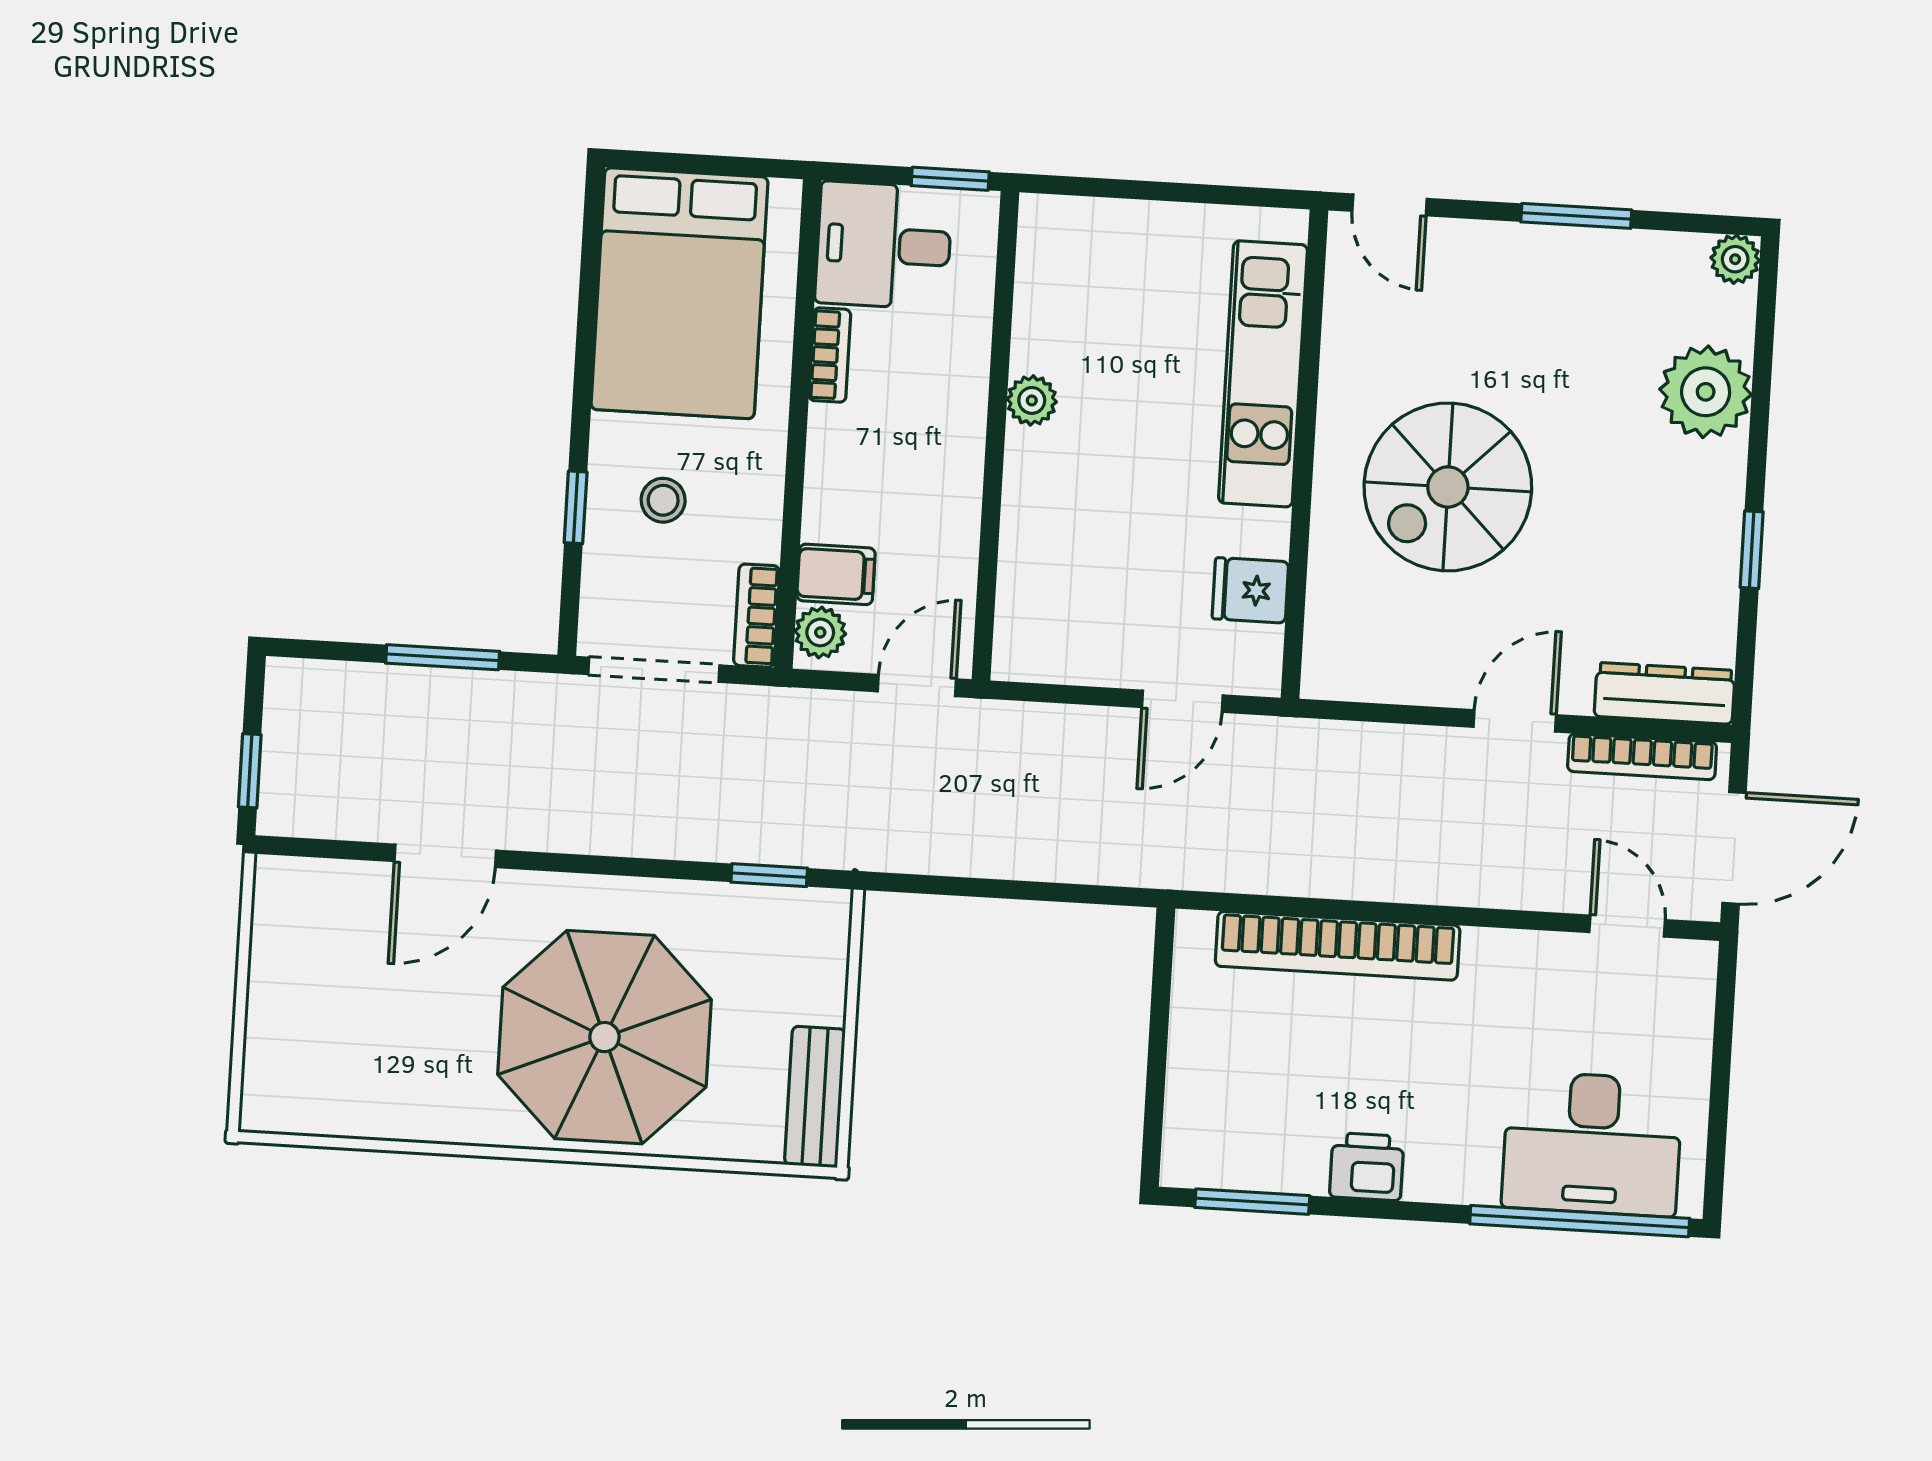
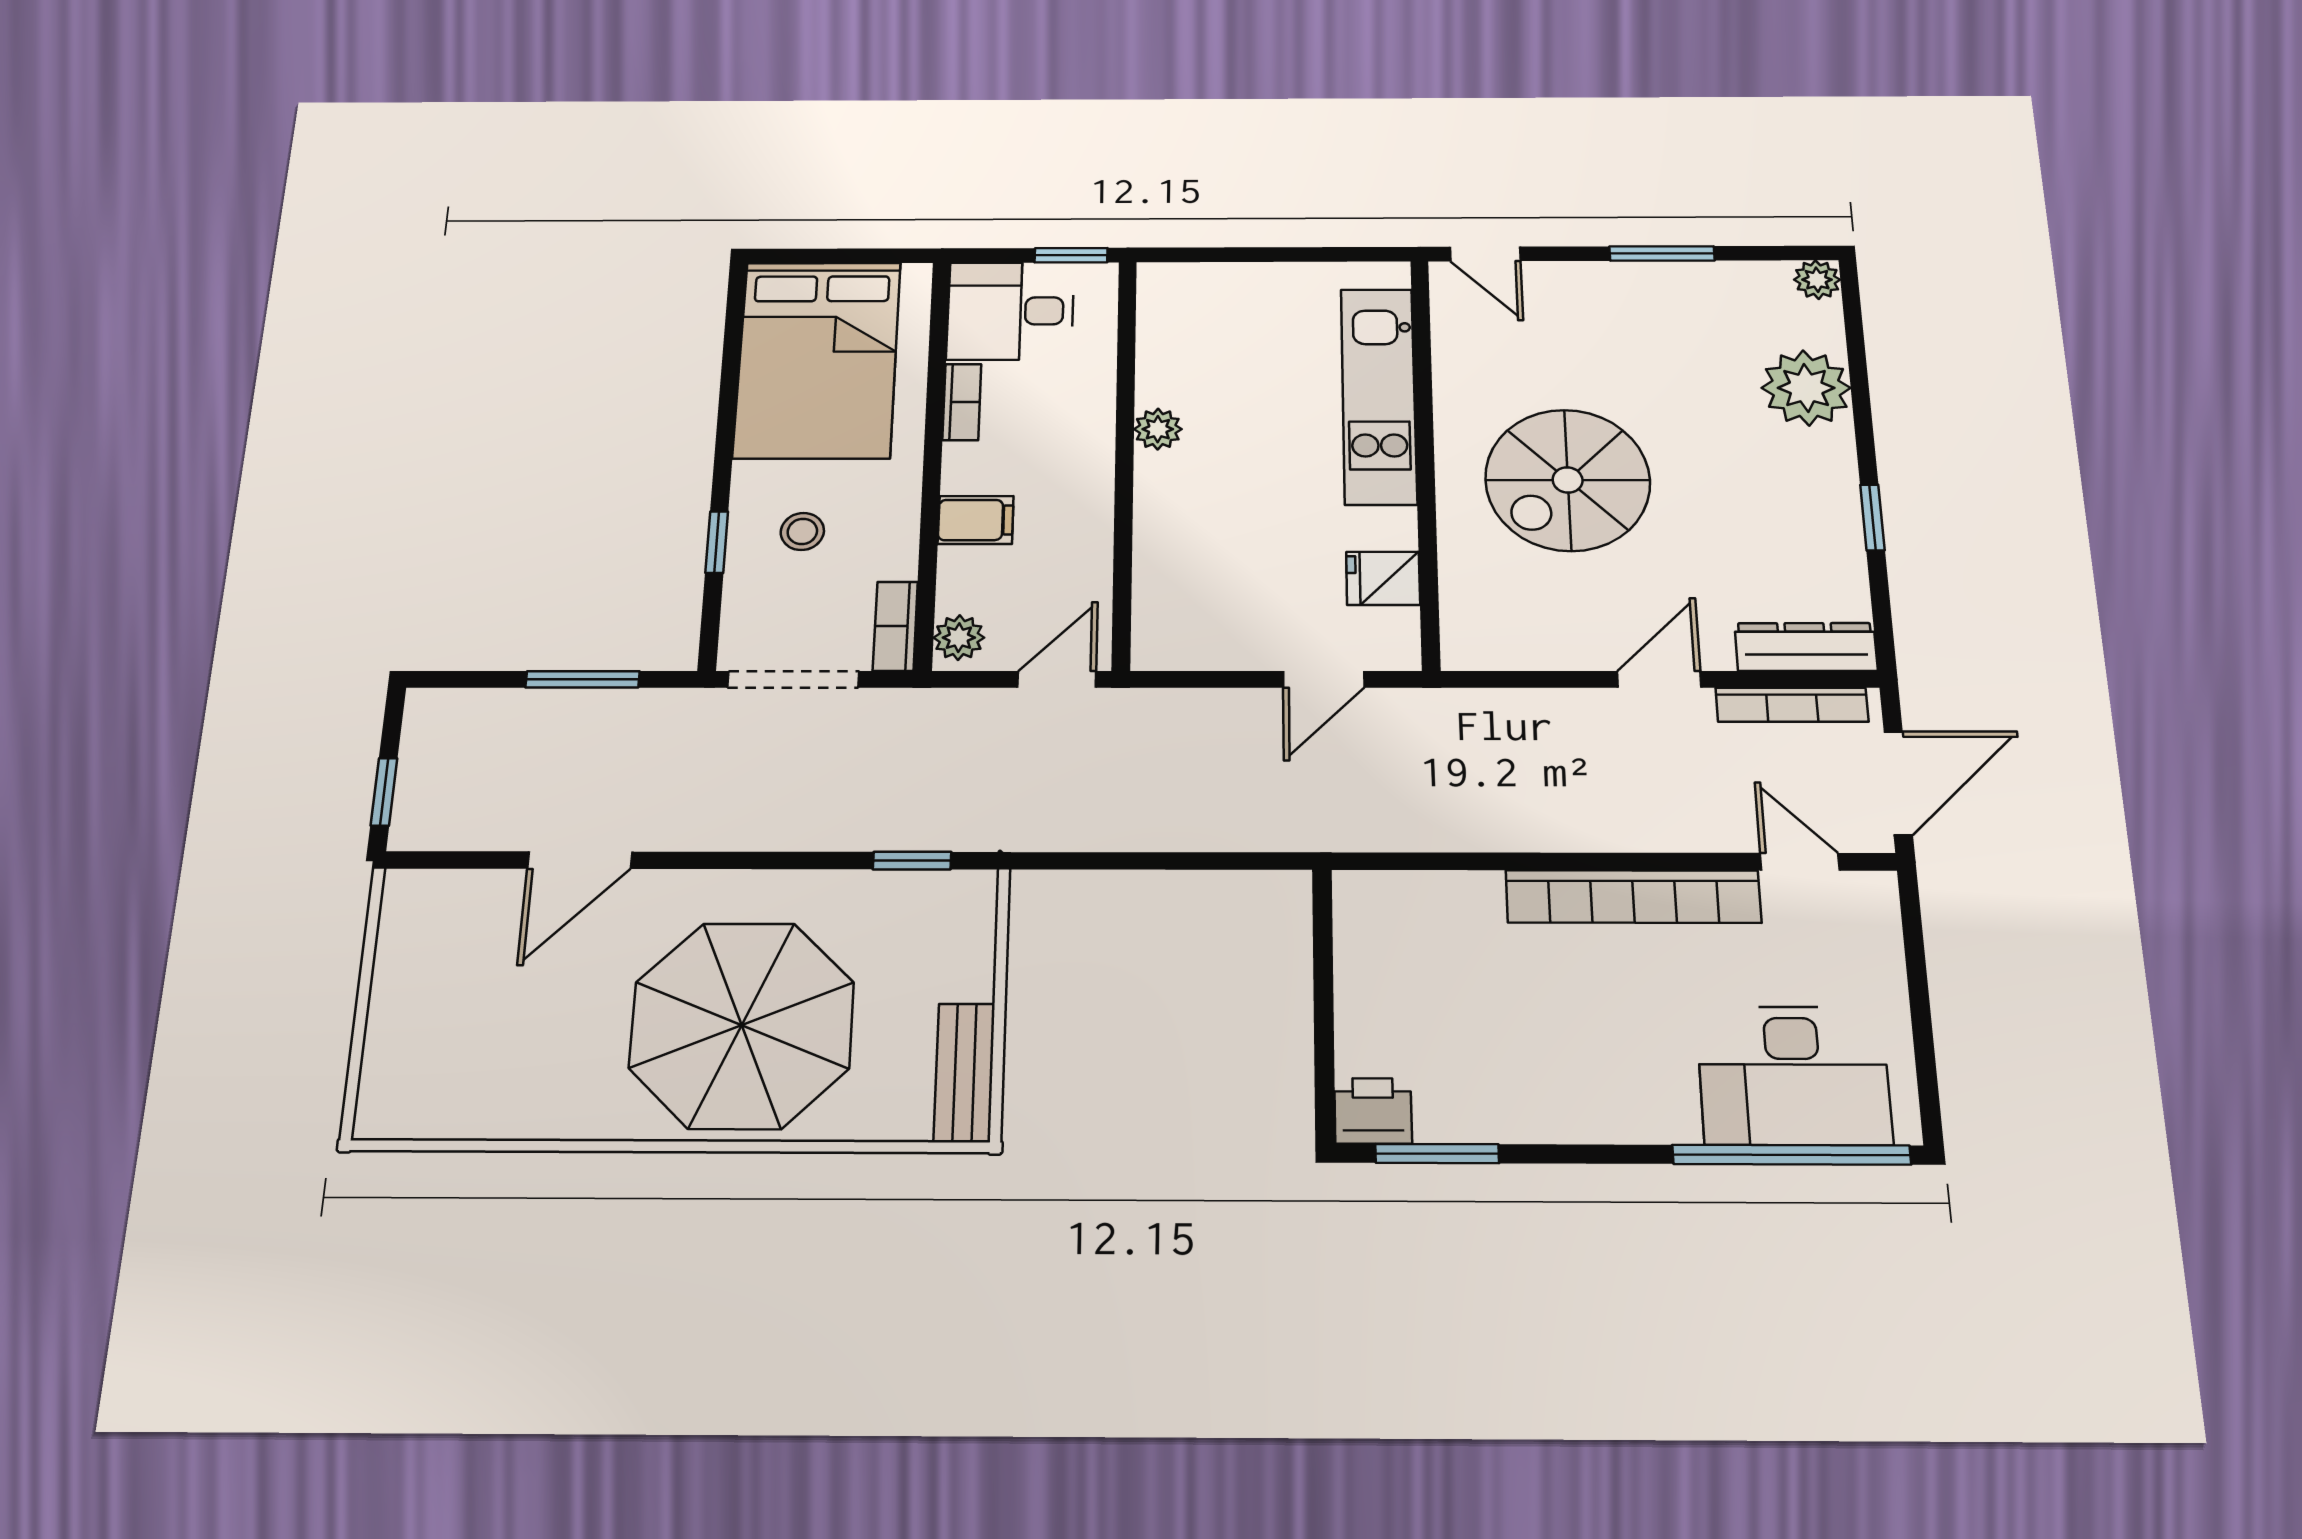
filing cabinet: (836, 574) -> (976, 520), moved
bookcase: (1338, 946) -> (1633, 897), moved
printer: (1367, 1167) -> (1373, 1111), moved

